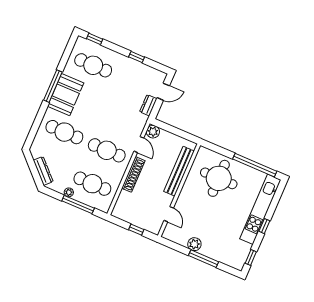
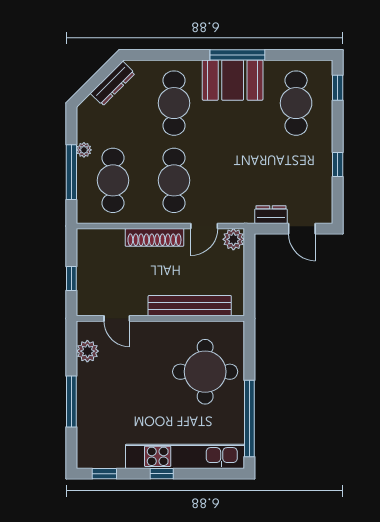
dresser: (43, 171) -> (113, 83), moved
door: (169, 214) -> (117, 318), hinge flipped
plant: (194, 244) -> (87, 351), moved

